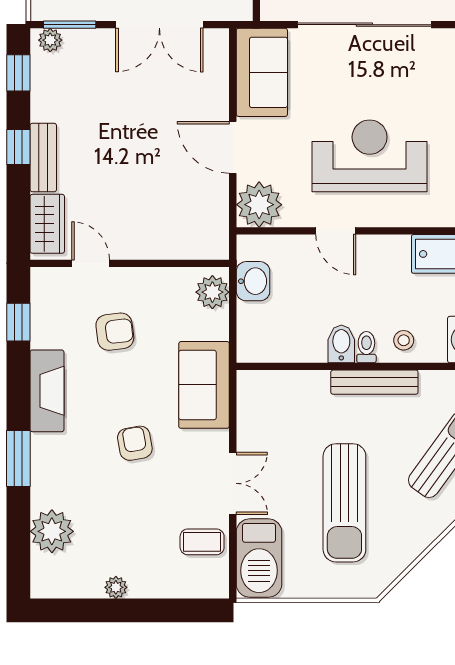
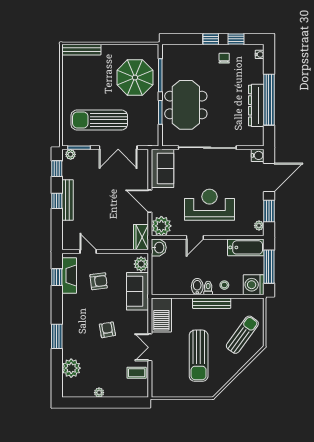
bench: (43, 158) -> (67, 200), width x1.36
wardrobe: (47, 224) -> (141, 237), moved, turned 180
door: (336, 231) -> (195, 237), hinge flipped
washbasin: (253, 281) -> (159, 248), moved
sofa: (204, 385) -> (137, 291), moved
fireplace: (47, 391) -> (69, 276), moved
double door: (233, 483) -> (150, 347), swing flipped
barbecue: (259, 558) -> (161, 315), moved

